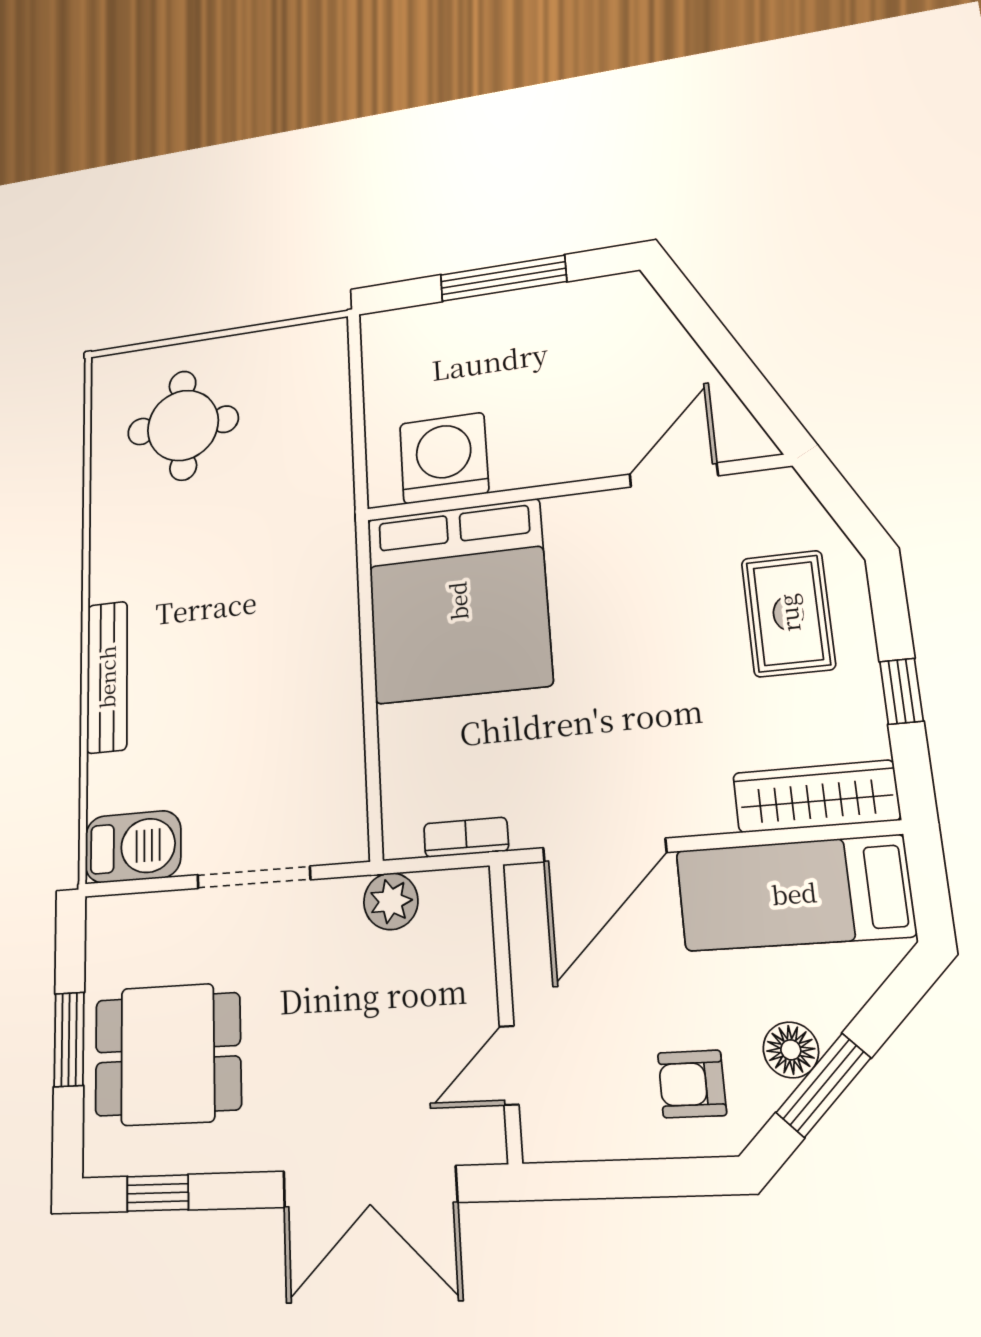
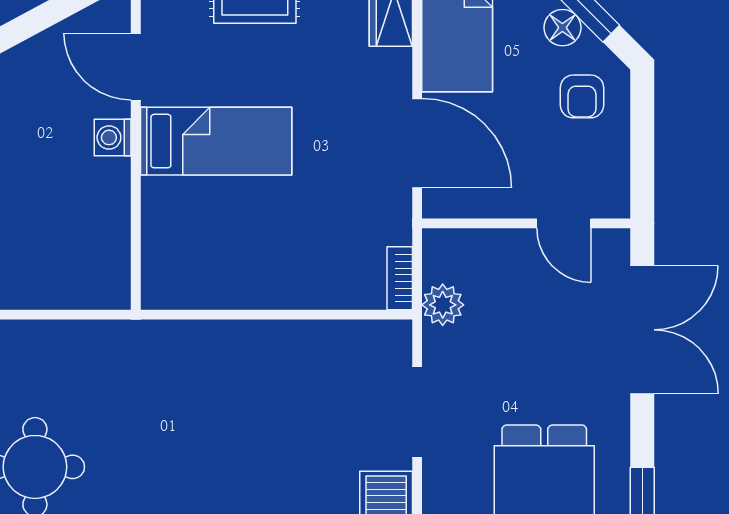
washing machine: (444, 458) -> (113, 137), moved, width x0.53, depth x0.53
bed: (458, 601) -> (216, 141), moved, width x0.49
bookcase: (466, 837) -> (400, 278), moved

